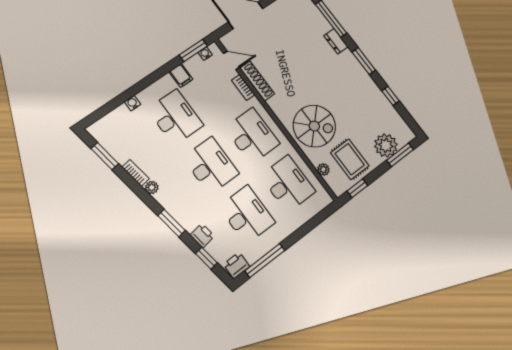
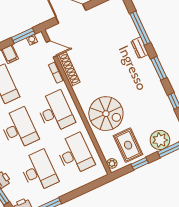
plant: (323, 169) -> (112, 163), moved
window: (357, 188) -> (140, 164), moved

